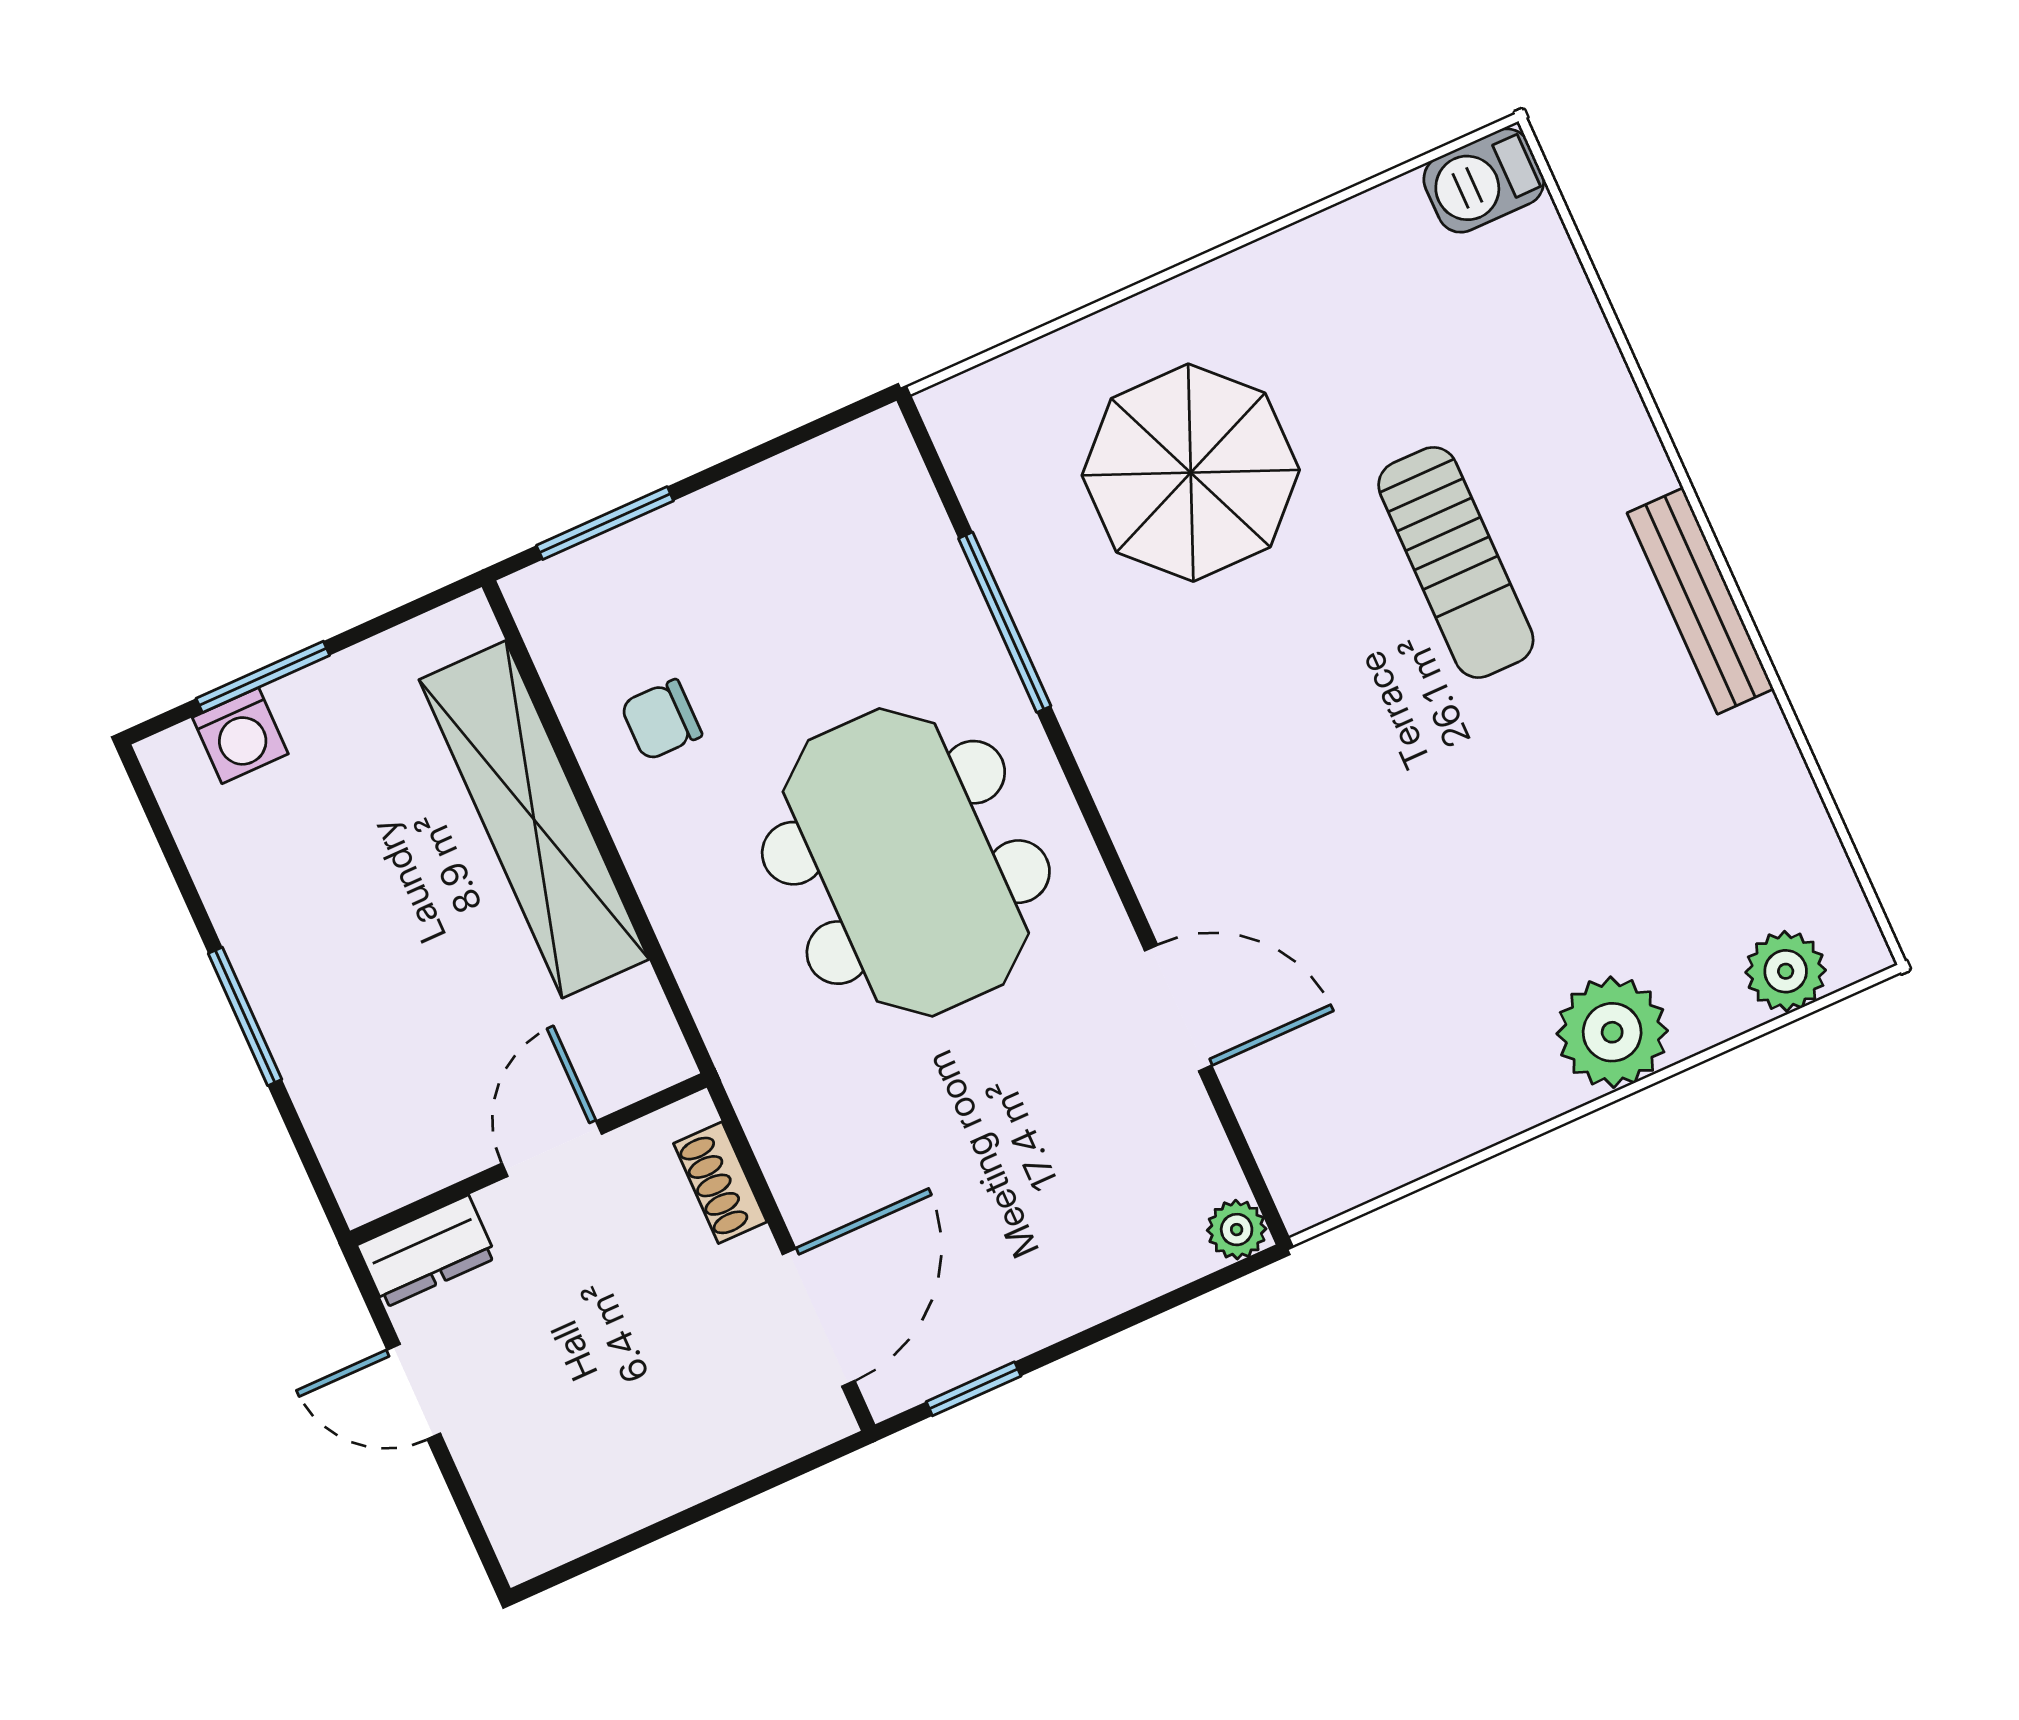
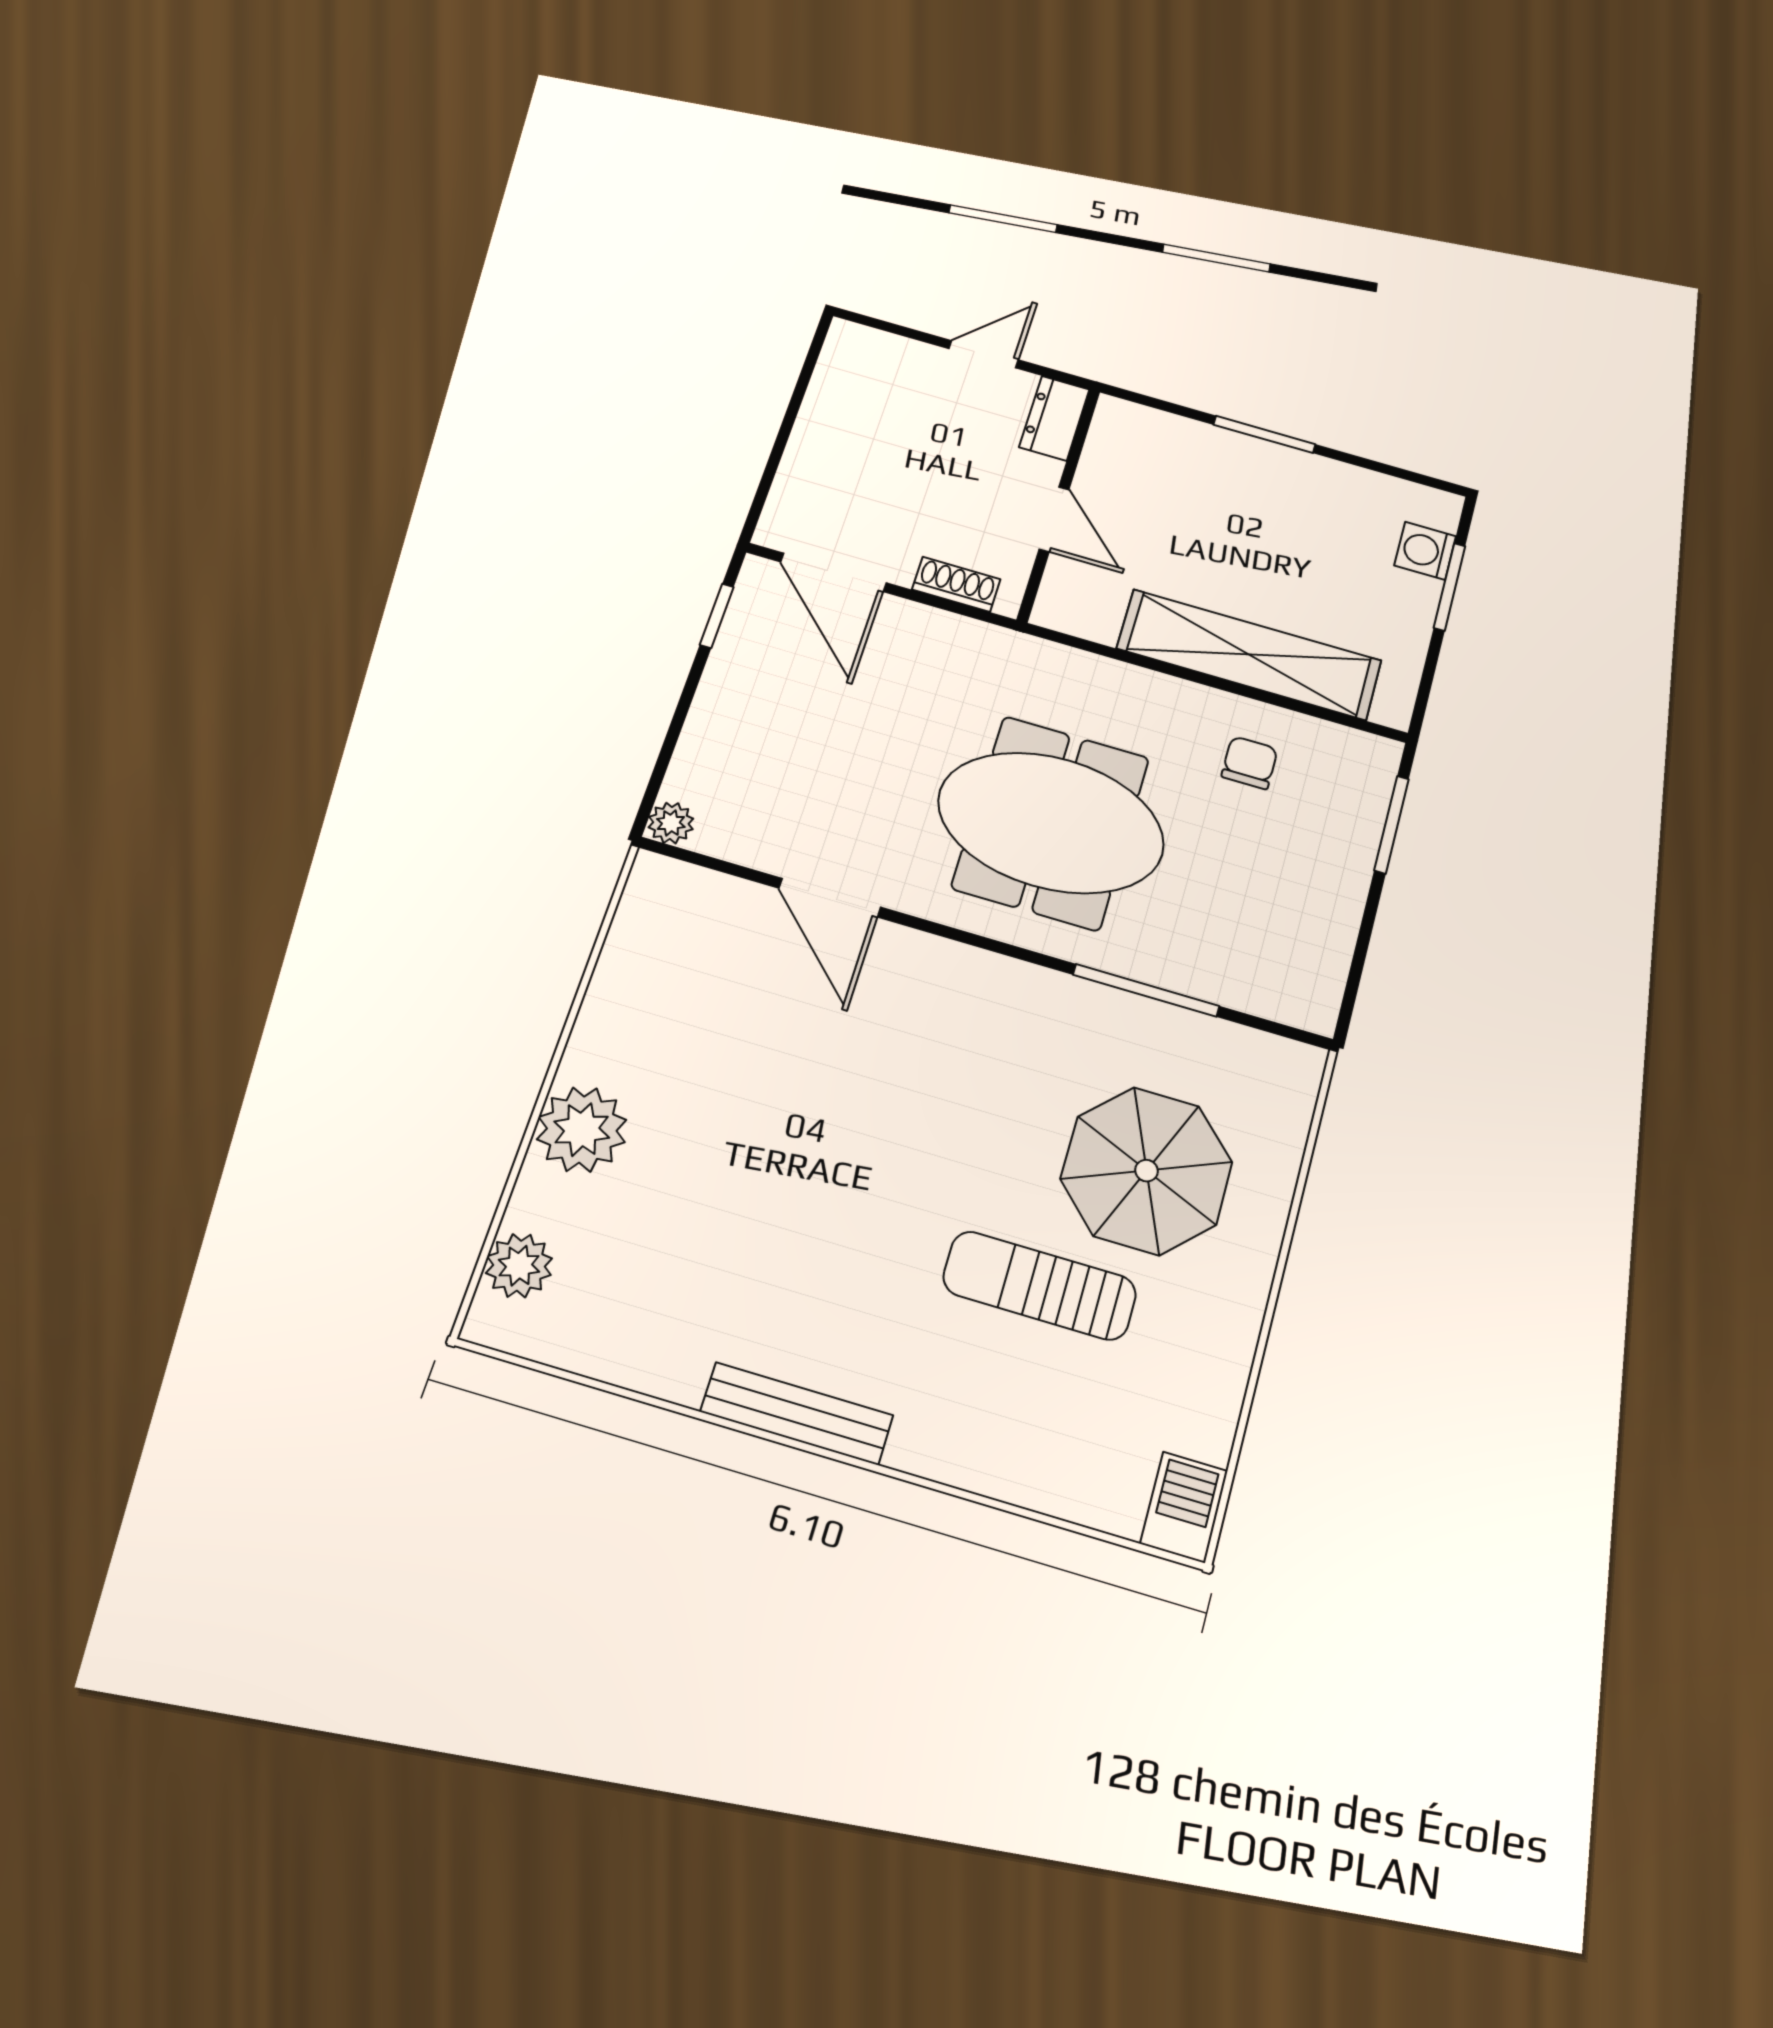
sun lounger: (1456, 562) -> (1040, 1286), moved
door: (1178, 1008) -> (830, 898), hinge flipped

